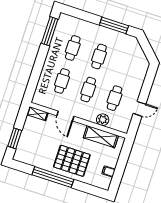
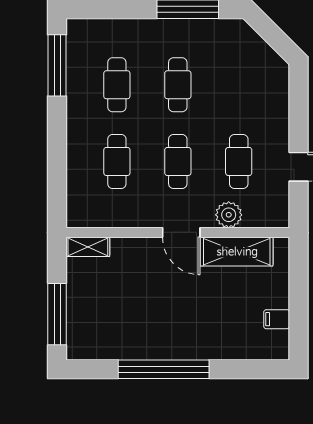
door: (65, 116) -> (181, 232), moved
window: (15, 138) -> (57, 314), width x1.44
pallet: (72, 161) -> (192, 322), removed

